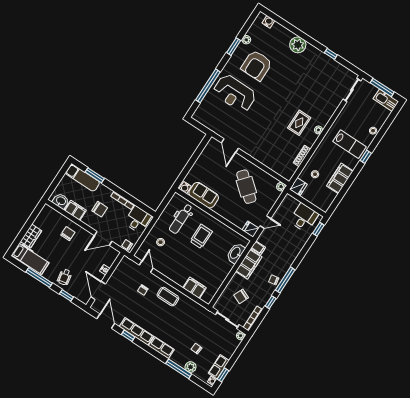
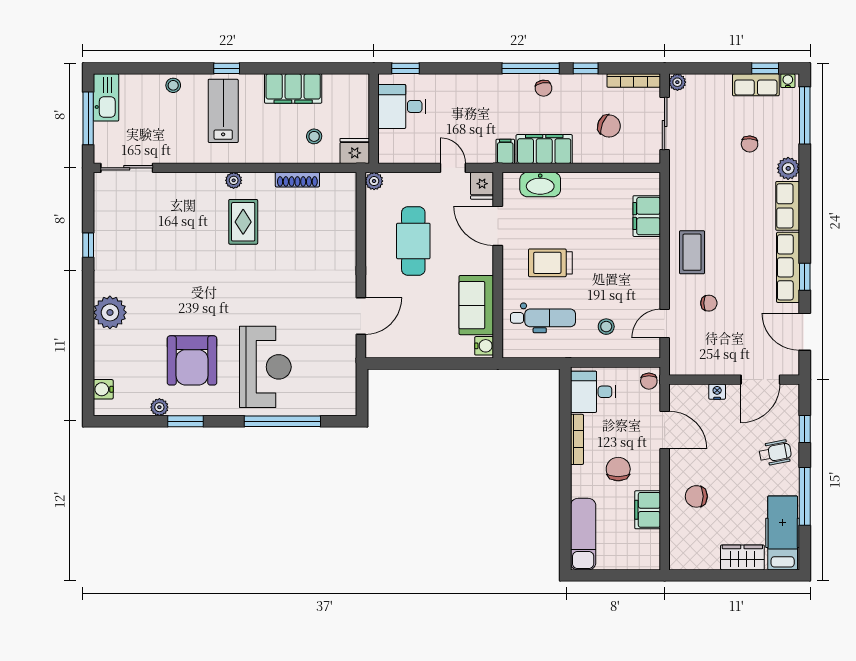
armchair: (257, 65) -> (192, 360), turned 90
rug: (299, 123) -> (243, 222), turned 90
window: (95, 175) -> (565, 516), removed
cafe table: (246, 187) -> (413, 241), turned -40
washbasin: (61, 201) -> (648, 545), removed
door: (230, 225) -> (498, 226), added
door: (106, 321) -> (805, 332), hinge flipped
plant: (191, 367) -> (788, 168), moved
window: (179, 369) -> (805, 115), moved

